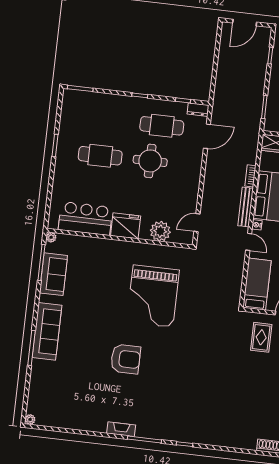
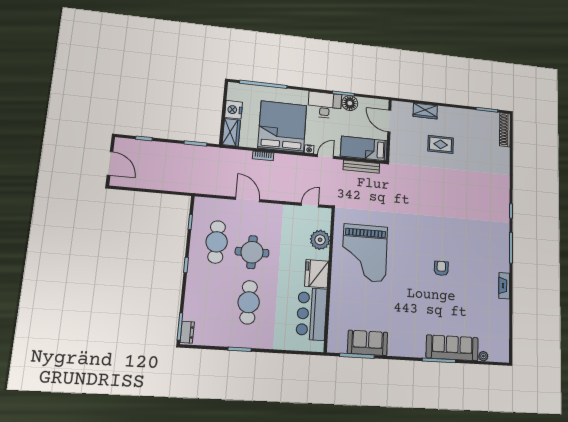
dresser: (198, 110) -> (187, 332), moved
door: (207, 136) -> (248, 199), moved
bench: (246, 207) -> (361, 167), moved
door: (197, 223) -> (310, 205), swing flipped
plant: (51, 237) -> (332, 348), removed
grand piano: (153, 296) -> (365, 253), moved, turned 90
sofa: (47, 331) -> (452, 348), moved
rug: (261, 337) -> (441, 144), moved
armchair: (126, 359) -> (441, 268), width x0.53, depth x0.53
plant: (30, 419) -> (483, 356), moved
fireplace: (121, 429) -> (504, 286), moved

